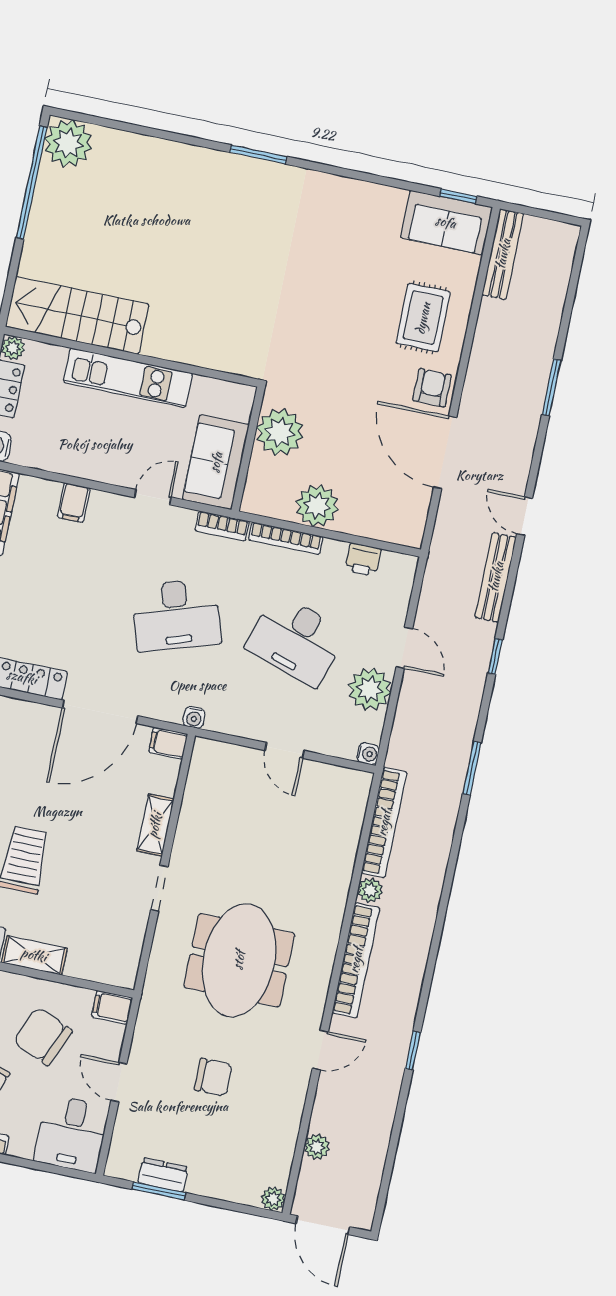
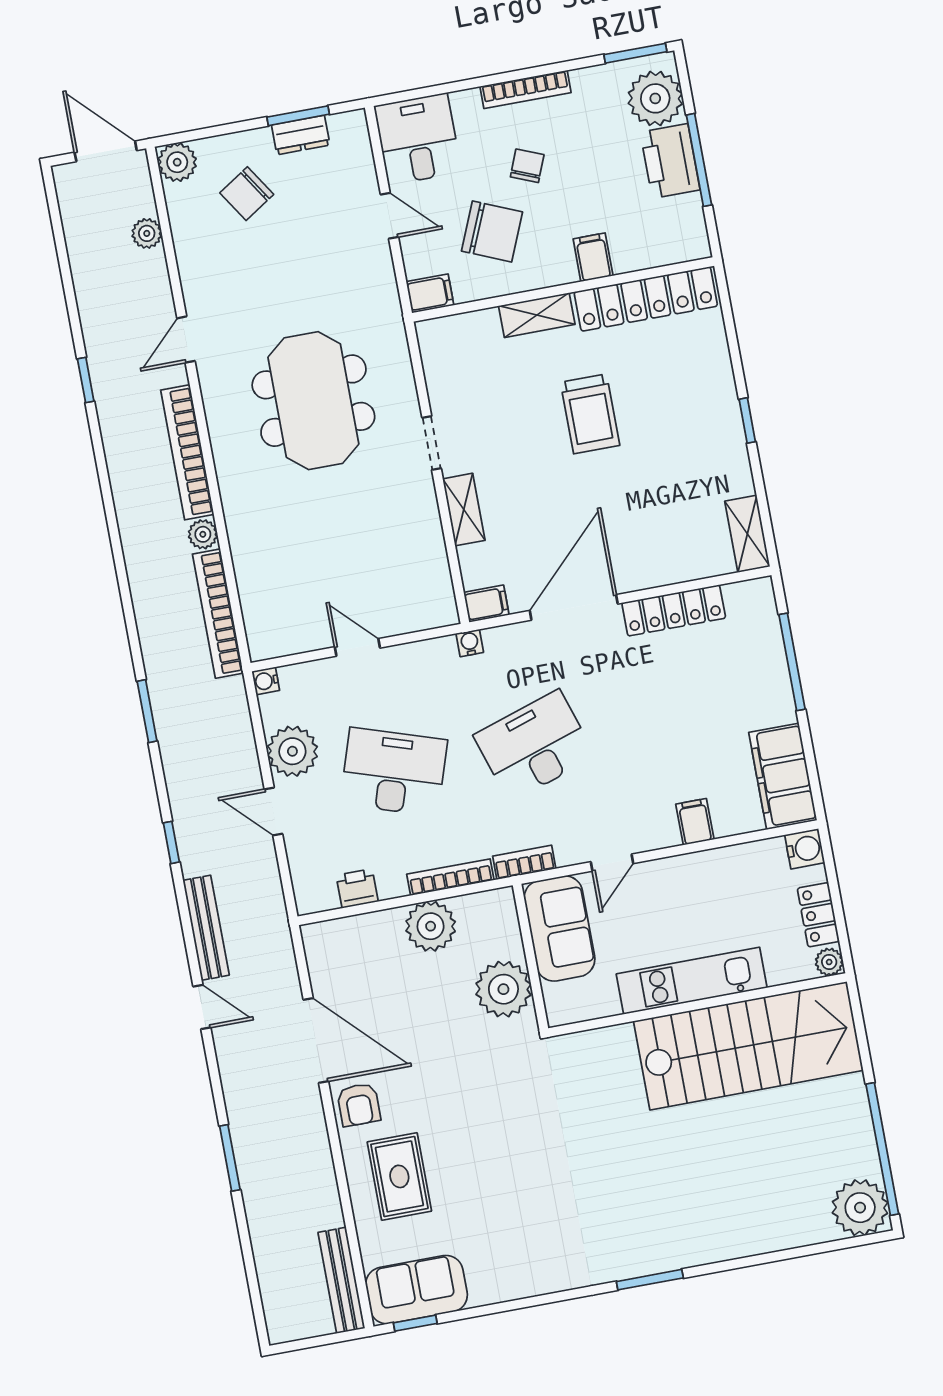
stairs: (77, 315) -> (748, 1046), width x1.36, depth x1.51
chair: (213, 1077) -> (247, 194), moved, turned -33
plant: (273, 1199) -> (177, 162), width x1.38, depth x1.38

